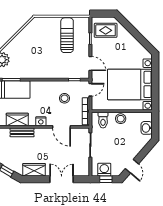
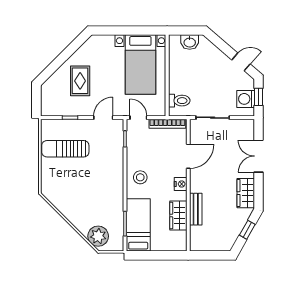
rug: (106, 30) -> (80, 81), moved
bed with nightstands: (130, 84) -> (140, 65), width x0.73
stool: (64, 98) -> (140, 177), moved
stool: (121, 119) -> (177, 77), removed

